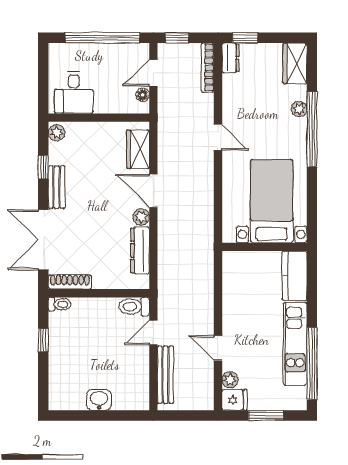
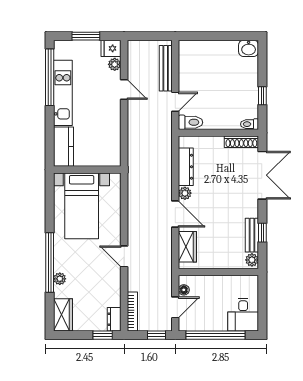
desk: (74, 93) -> (243, 315), moved, turned 180
bench: (57, 187) -> (252, 235), moved
washbasin: (99, 400) -> (249, 48), moved

